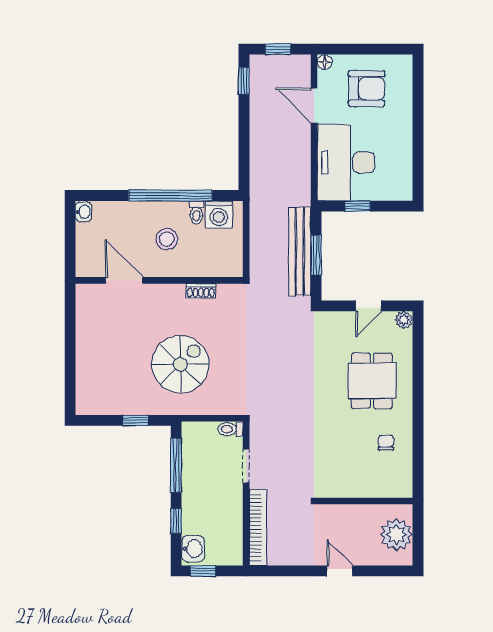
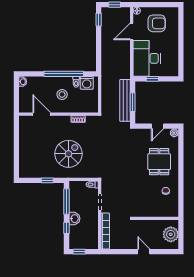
door: (314, 106) -> (132, 31), hinge flipped
washbasin: (193, 549) -> (74, 219), moved

